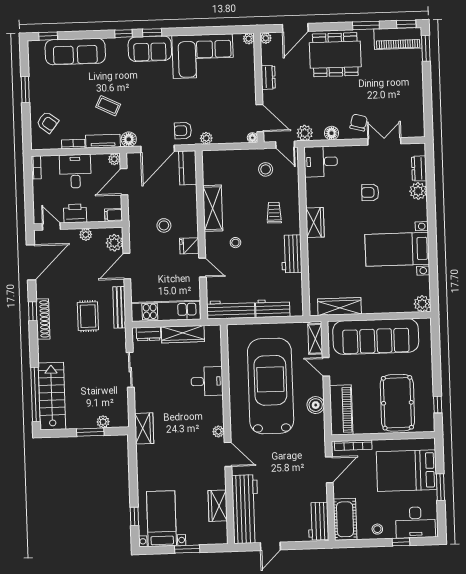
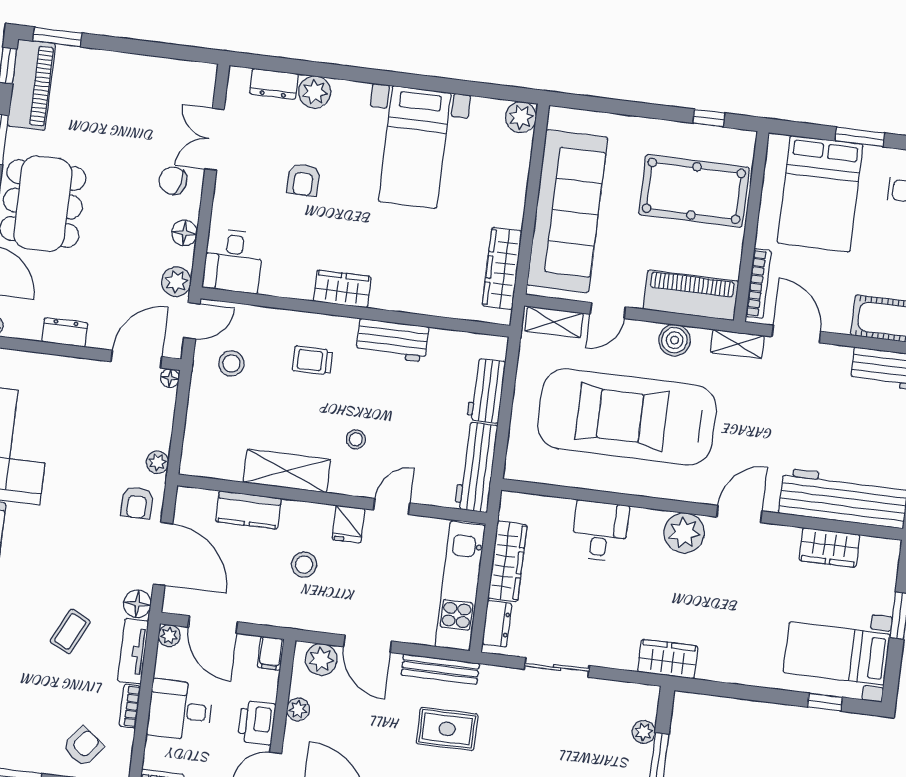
kitchen counter: (188, 168) -> (248, 510), moved
plant: (218, 431) -> (684, 533), width x1.88, depth x1.88
shelving: (319, 439) -> (737, 344), added

